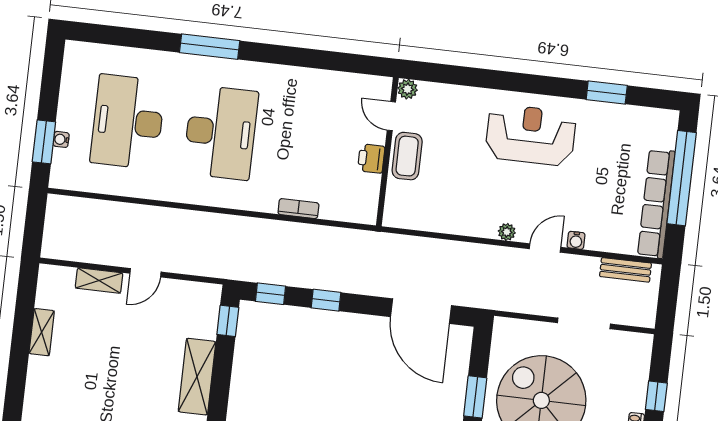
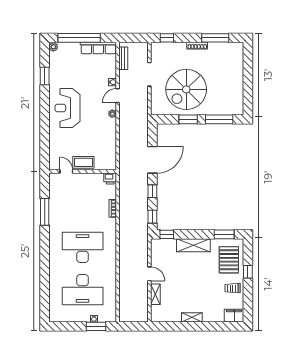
window: (210, 47) -> (45, 212), moved
plant: (408, 89) -> (53, 47), moved
door: (391, 116) -> (66, 172), swing flipped
printer: (371, 159) -> (110, 178), moved
row of seats: (656, 204) -> (98, 48), width x0.73
door: (545, 248) -> (118, 96), hinge flipped
door: (421, 311) -> (152, 160), moved
shelving: (42, 332) -> (192, 317), moved
window: (656, 396) -> (167, 38), moved

